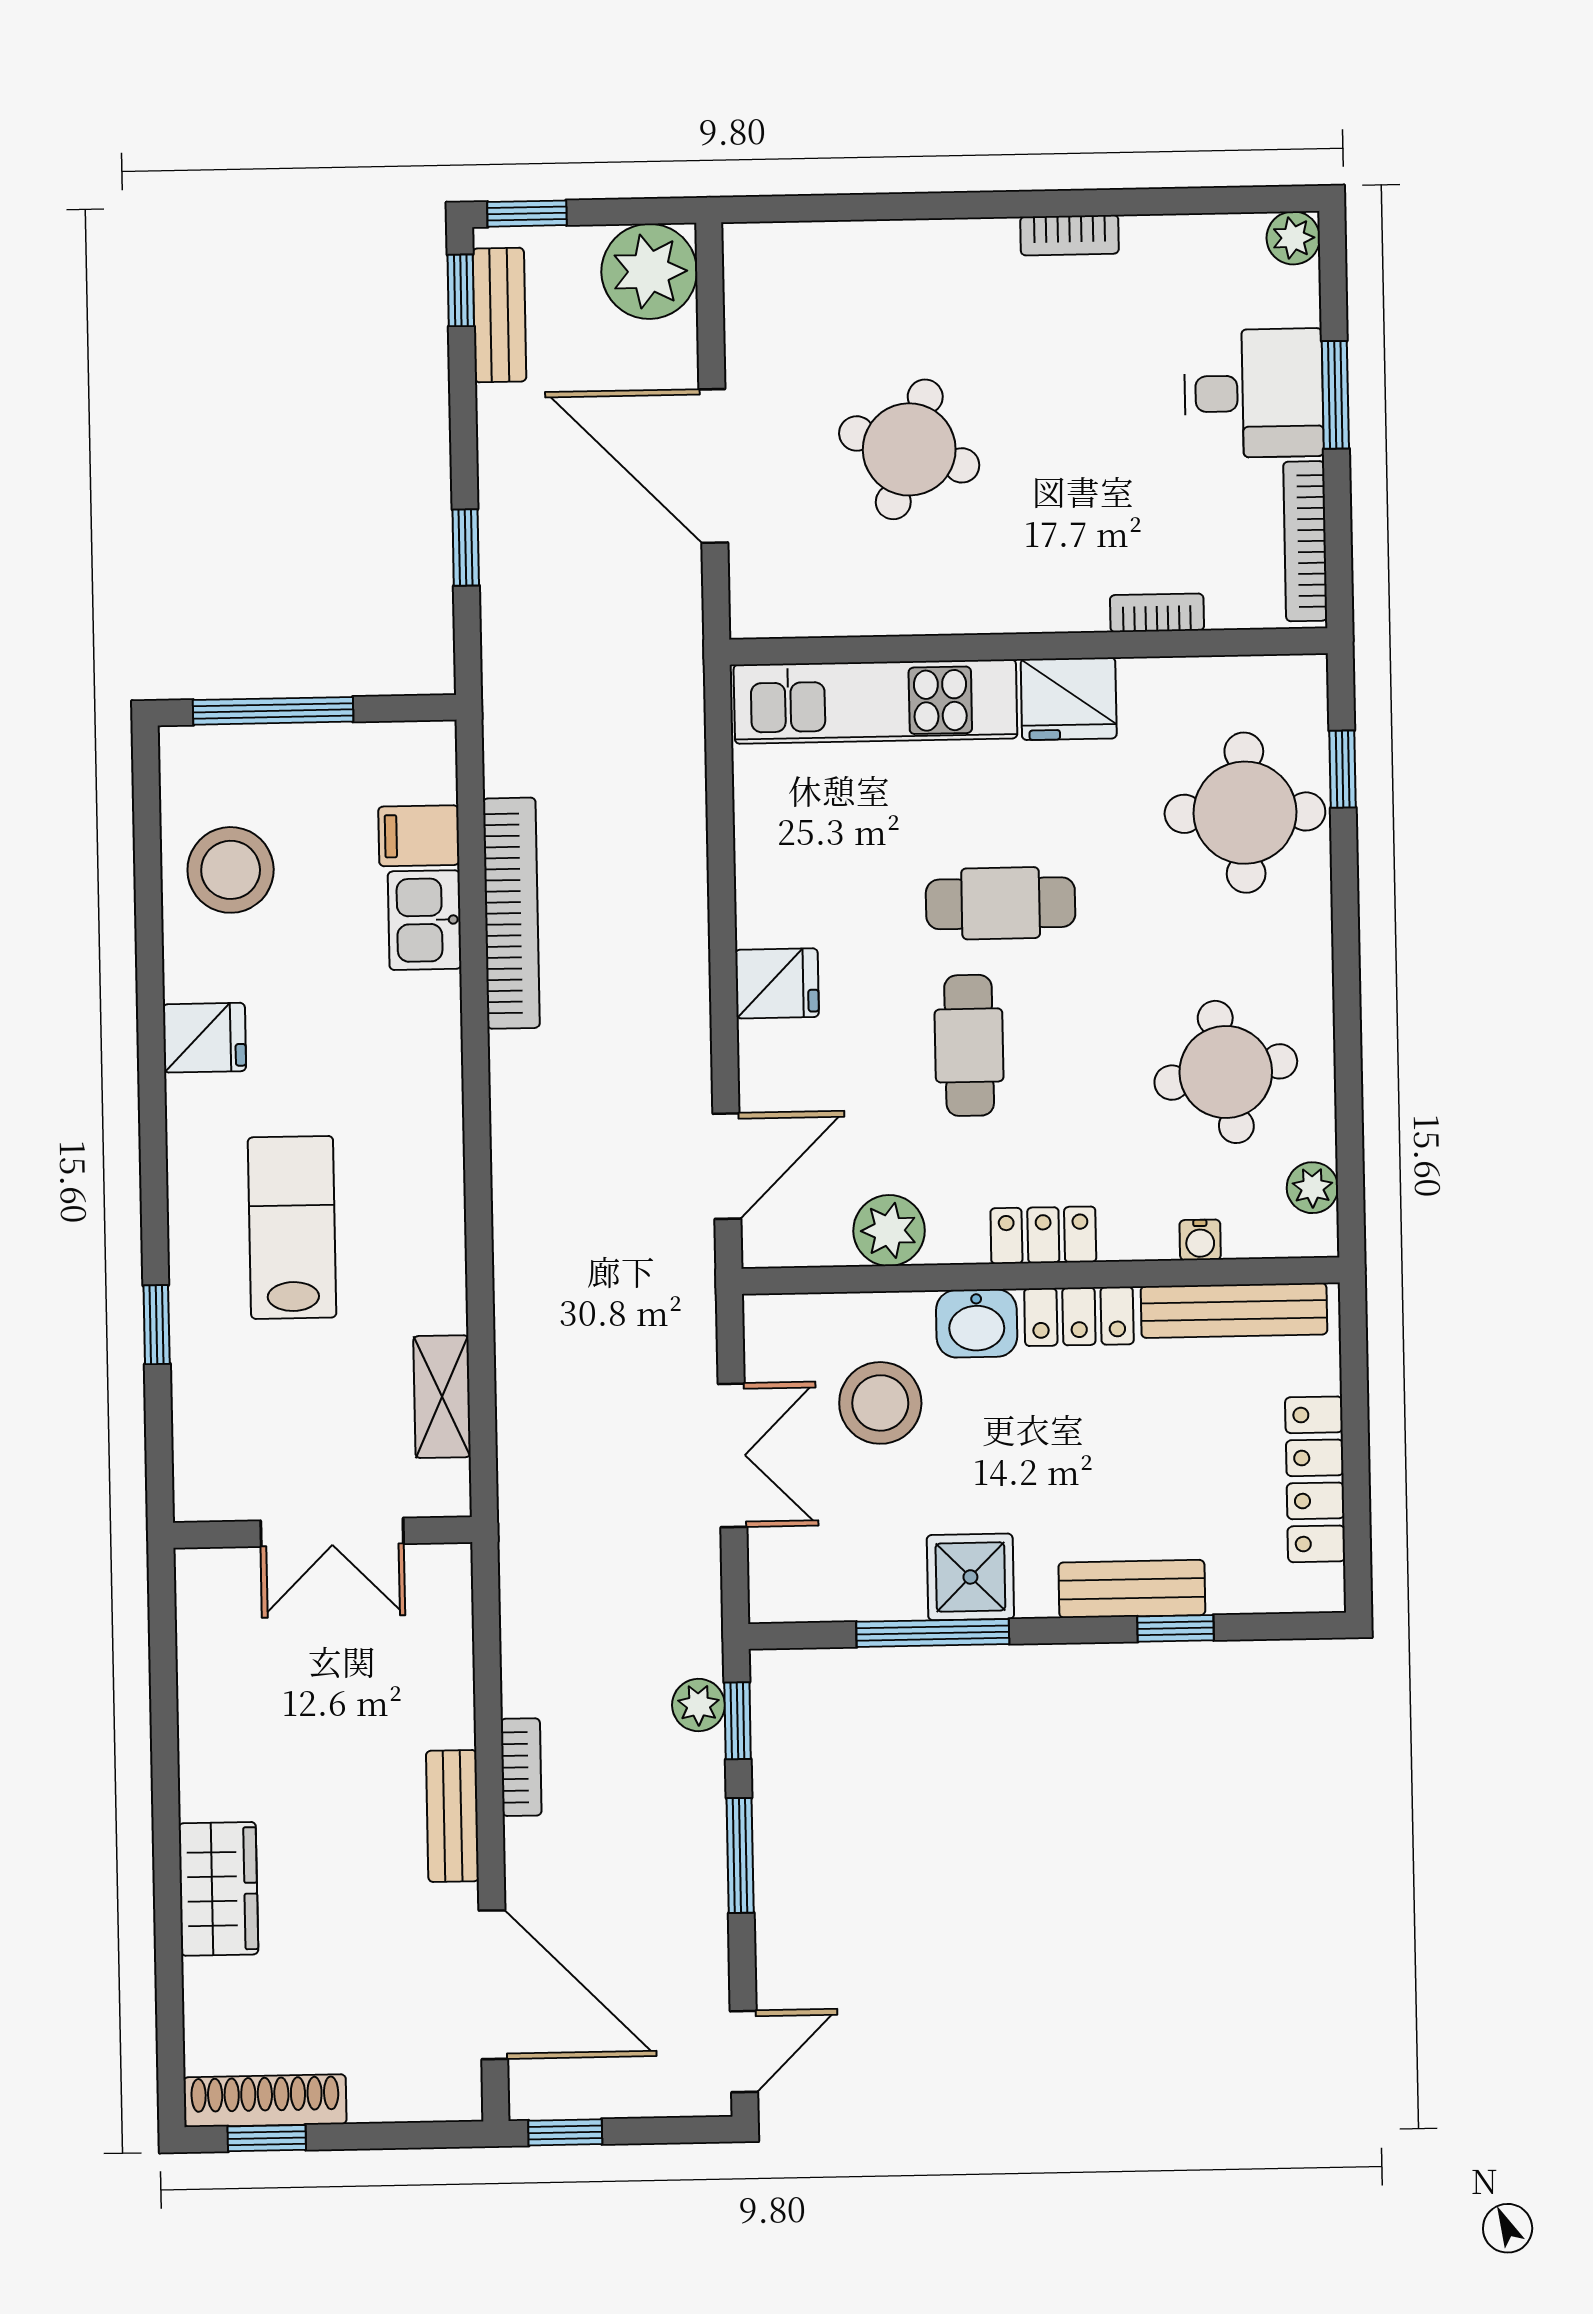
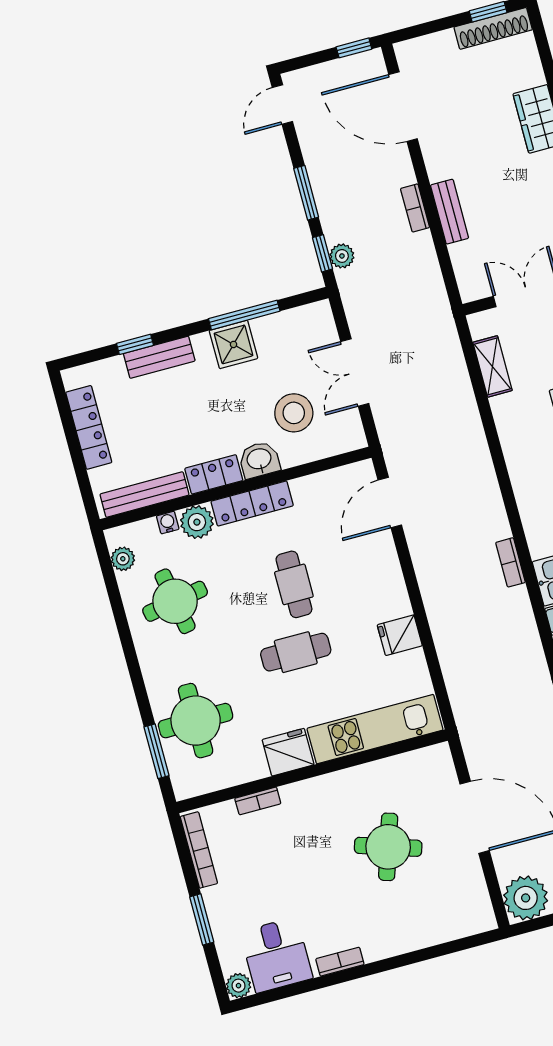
desk: (1254, 393) -> (276, 955), moved, turned -90
window: (1343, 769) -> (156, 751), width x1.50
bookcase: (511, 913) -> (510, 562), width x0.43, depth x0.76
fridge: (777, 983) -> (400, 635), moved
plant: (889, 1230) -> (197, 522), moved
locker: (1043, 1235) -> (252, 503), width x1.53
bench: (452, 1816) -> (450, 212), moved

